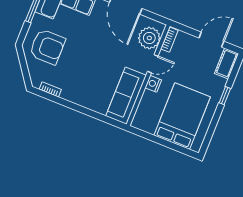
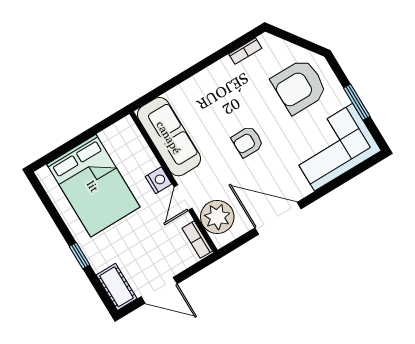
door: (211, 40) -> (159, 290), hinge flipped
armchair: (97, 52) -> (247, 142), added

